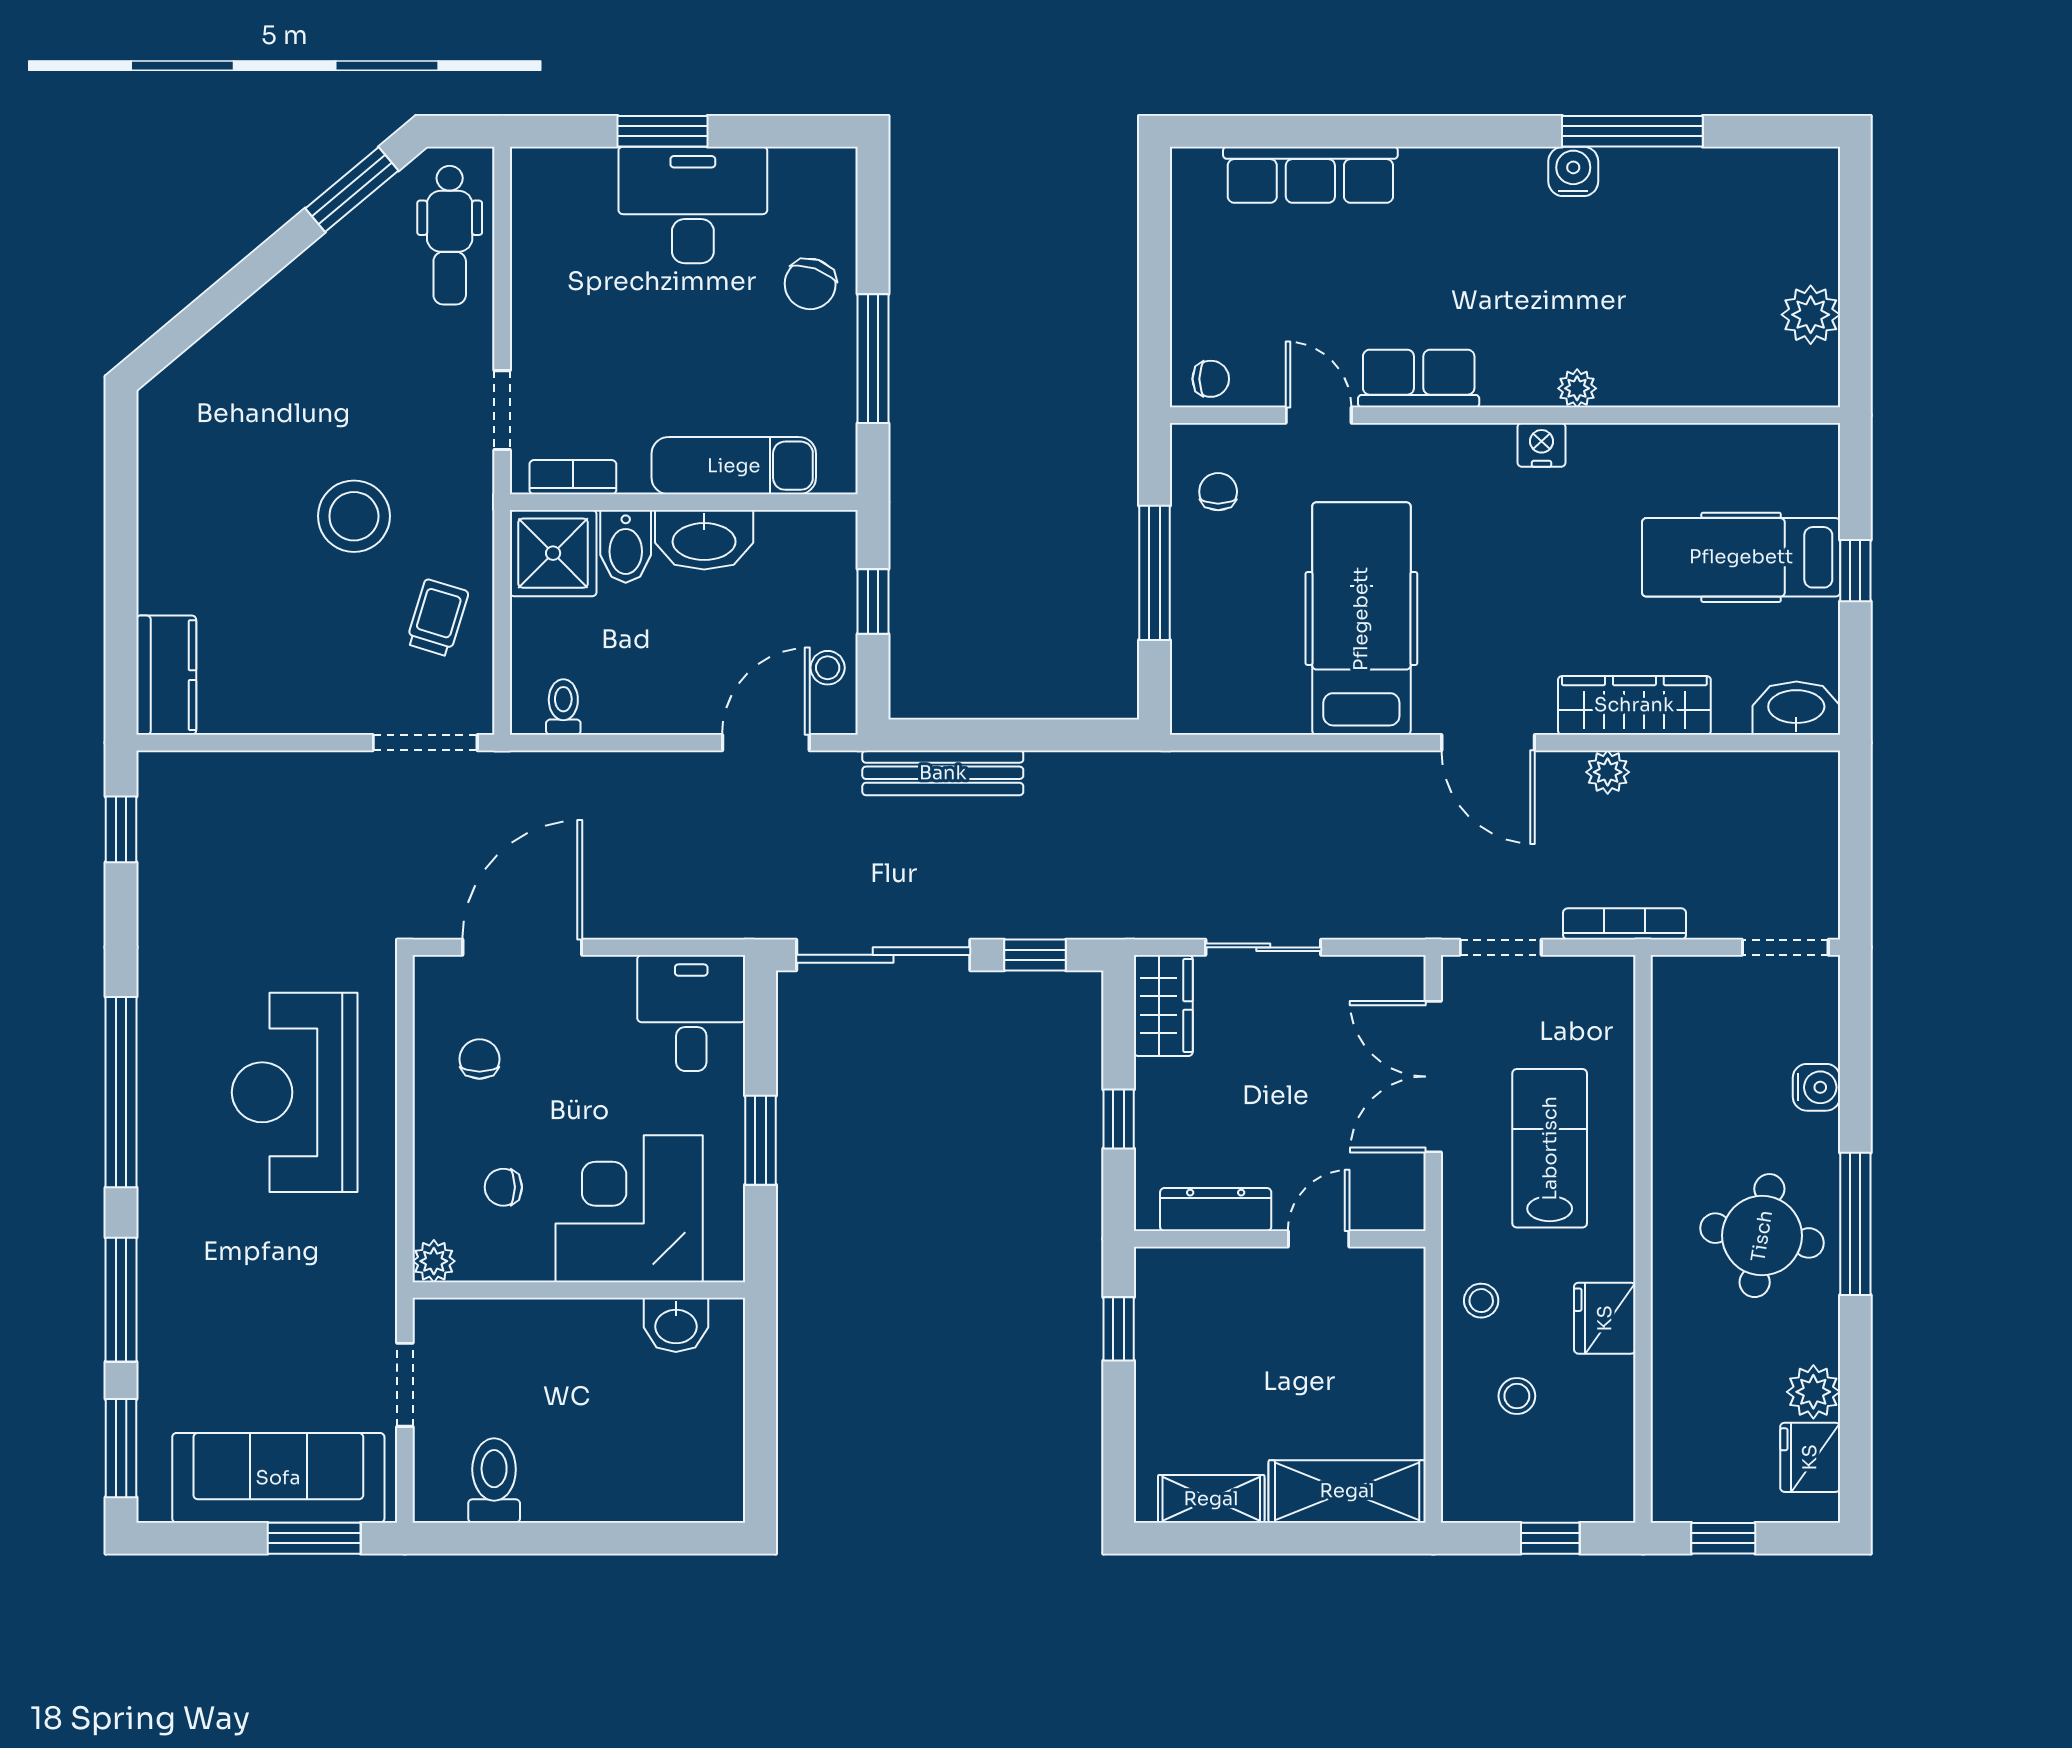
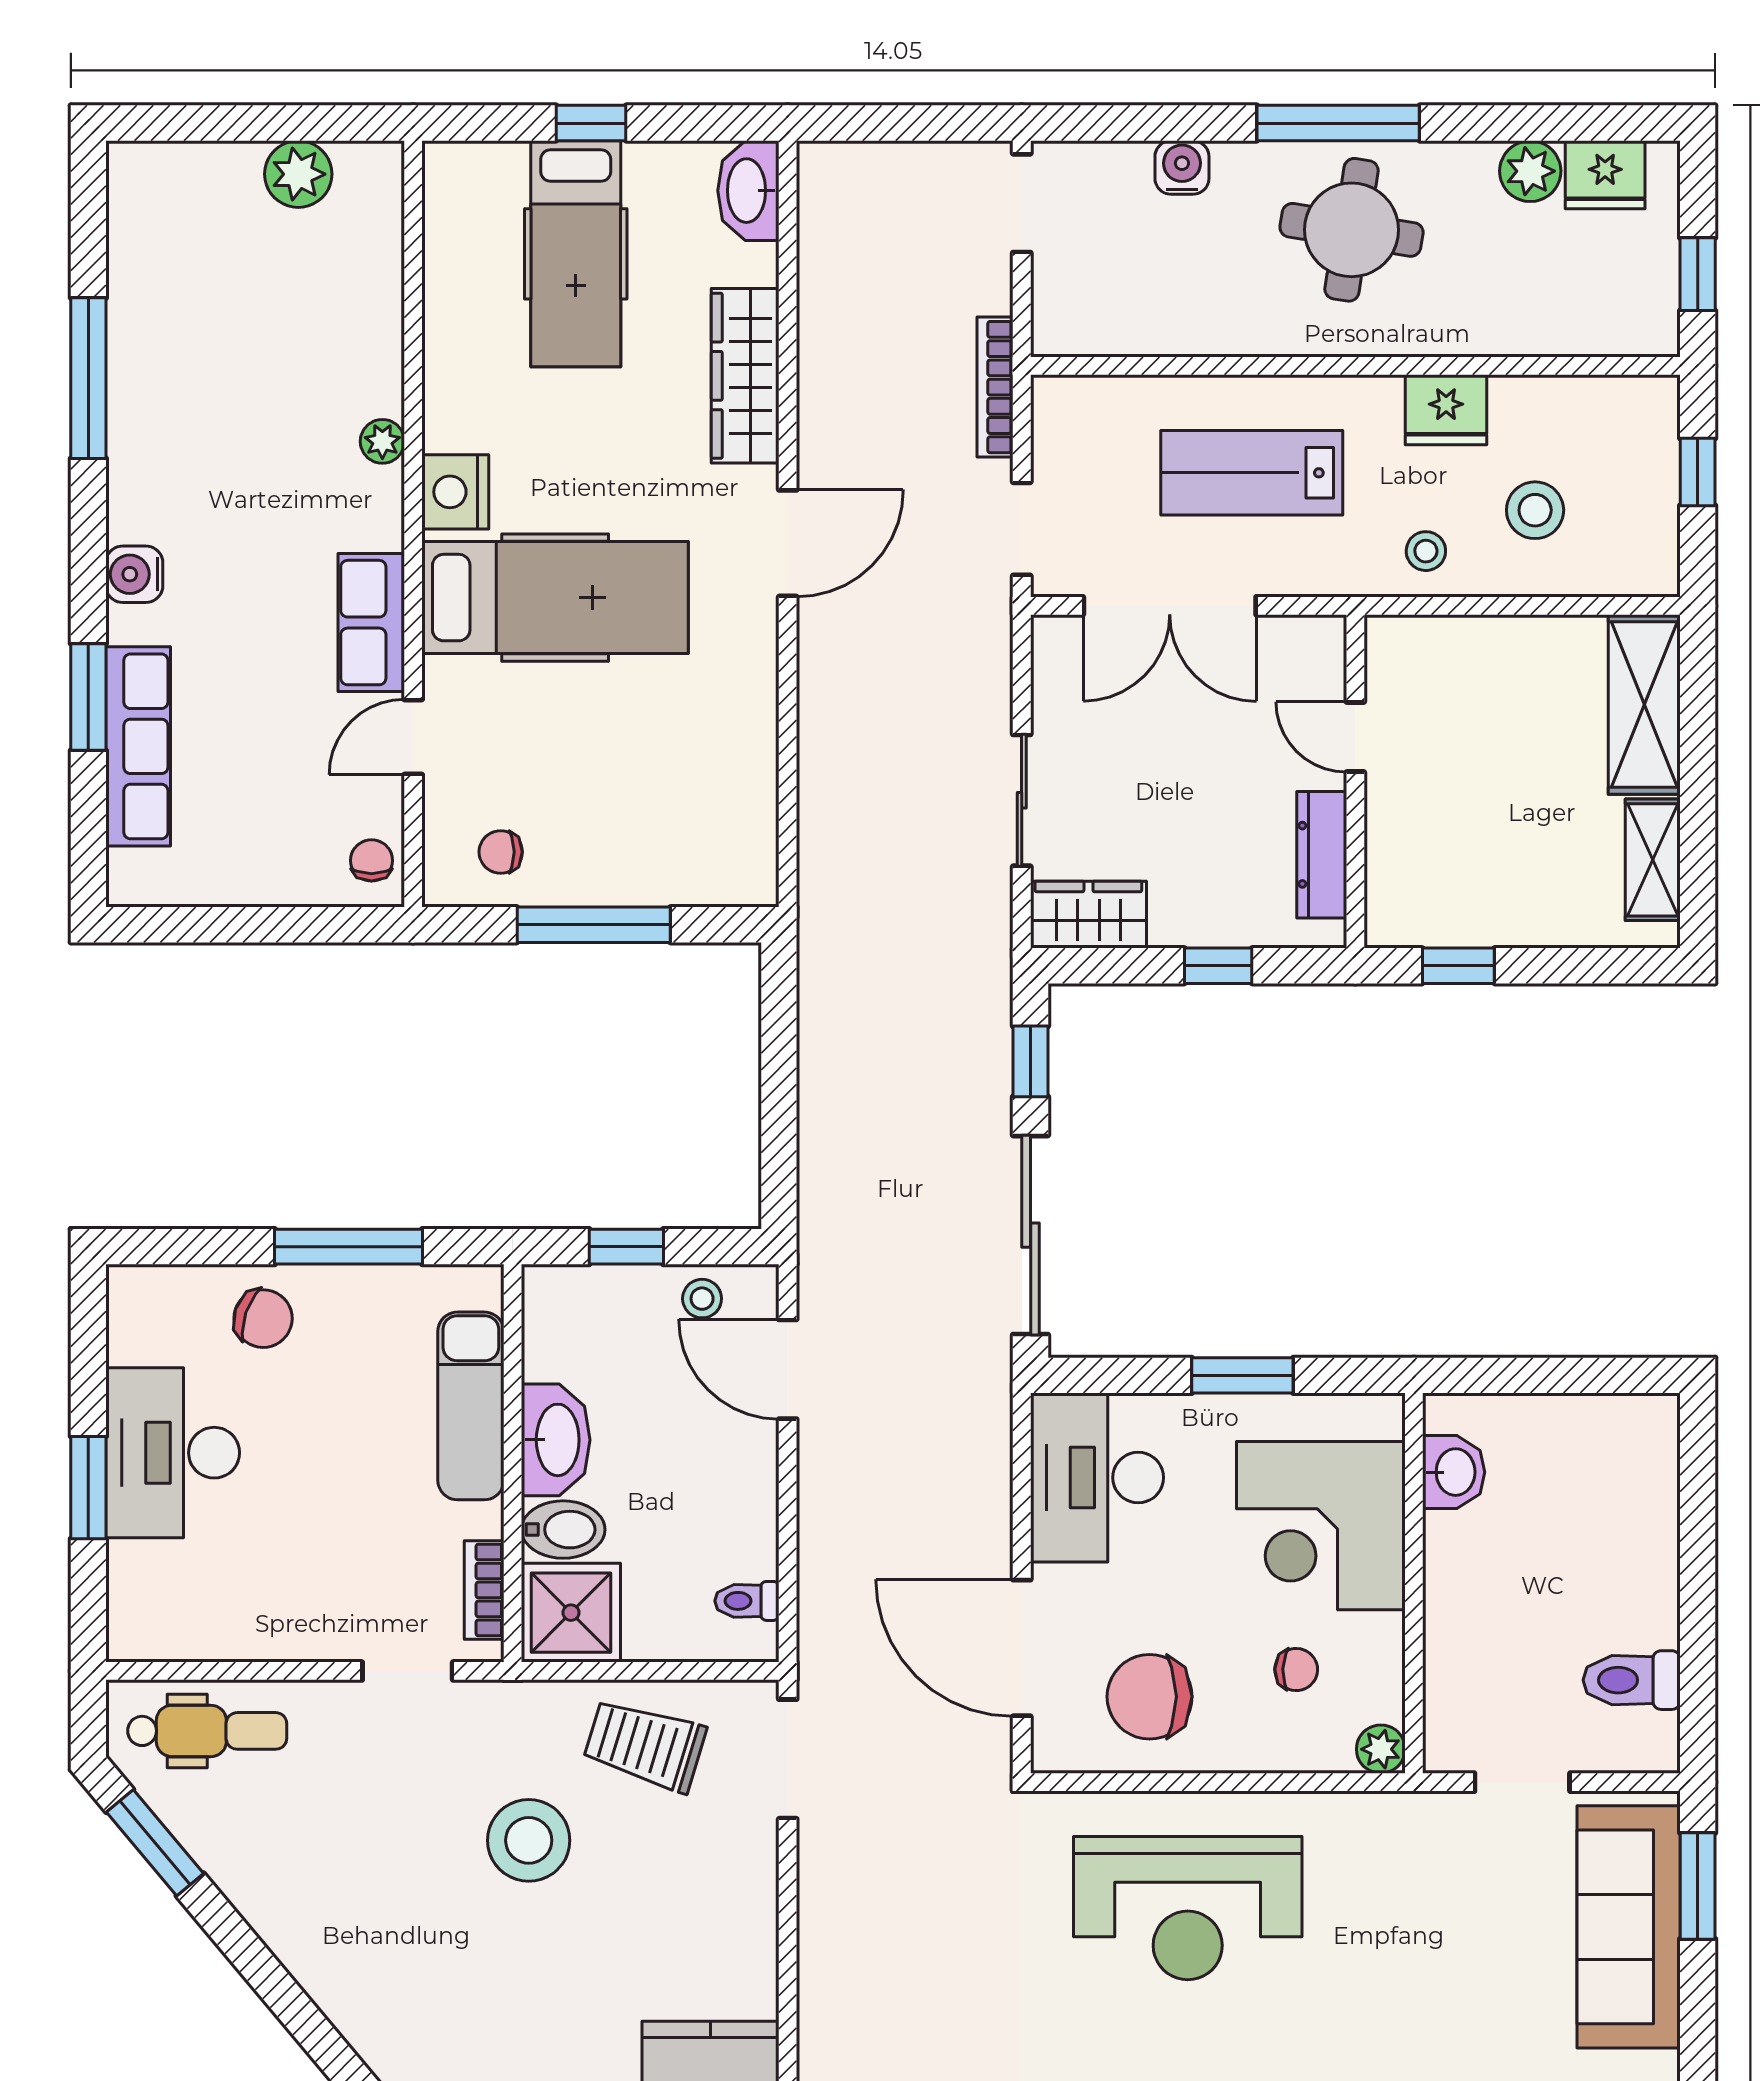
window: (1354, 131) -> (88, 697), added
water cooler: (1573, 171) -> (134, 574), moved
nightstand: (1542, 445) -> (455, 492), width x1.36, depth x1.33
trolley: (437, 618) -> (645, 1745), width x1.36, depth x1.39
hospital bed: (1361, 619) -> (555, 598), moved, turned 180
plant: (1608, 772) -> (821, 406), removed
bench: (943, 773) -> (822, 1167), removed
desk: (691, 1013) -> (1097, 1478), width x1.37
chair: (480, 1059) -> (1150, 1697), width x1.87, depth x1.87
chair: (503, 1187) -> (1296, 1670), turned -88
stool: (1517, 1396) -> (1535, 510), width x1.37, depth x1.37

